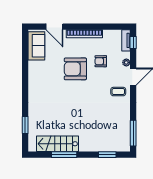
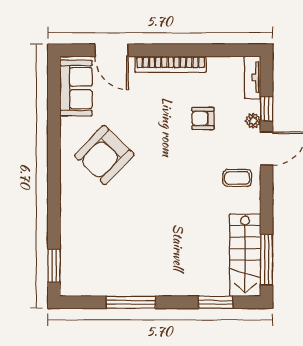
window: (133, 43) -> (267, 109), moved
armchair: (75, 69) -> (104, 155), moved, turned -46
window: (25, 125) -> (54, 266), moved
stairs: (57, 144) -> (245, 255), moved, turned -90

